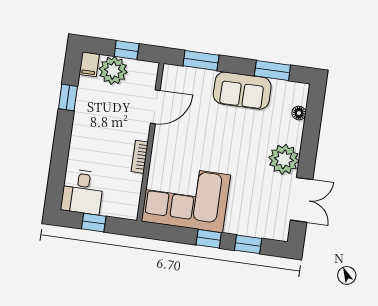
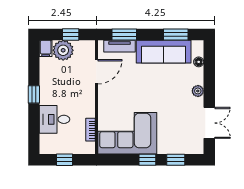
tv unit: (192, 76) -> (119, 46), added
sofa: (242, 91) -> (164, 52), width x1.36
window: (68, 97) -> (34, 94), moved
bookcase: (140, 157) -> (91, 130), moved
plant: (284, 159) -> (198, 91), width x0.53, depth x0.53
desk: (82, 192) -> (55, 119), moved, turned 90

